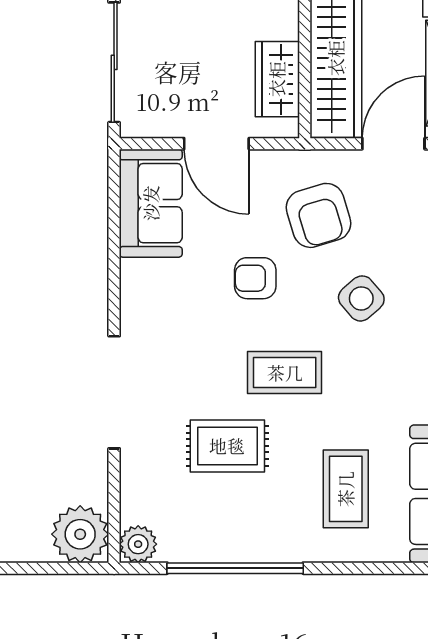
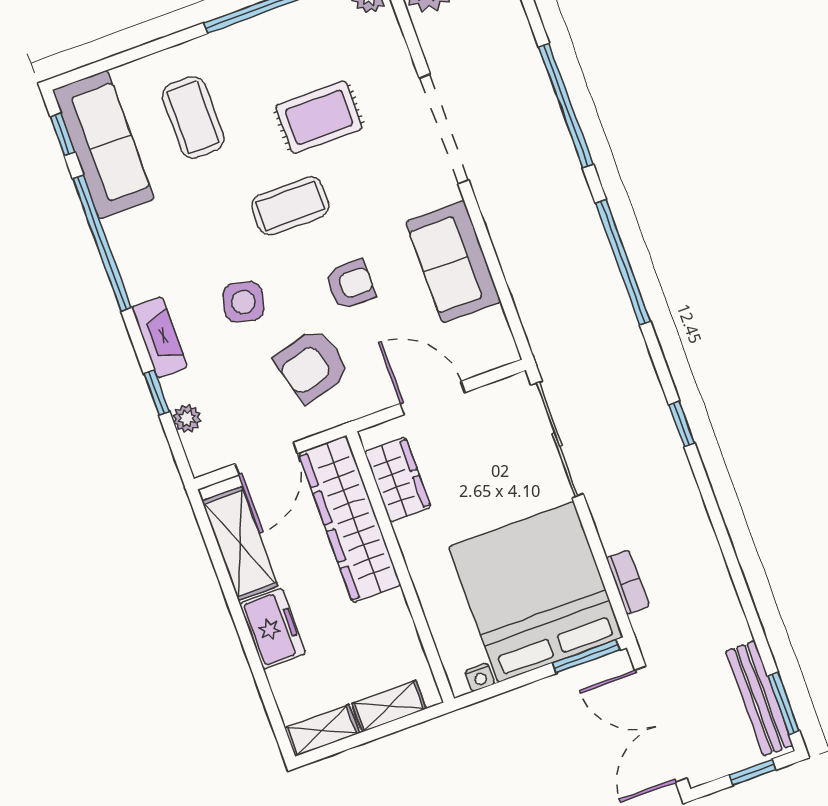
sofa: (151, 203) -> (453, 262), moved
armchair: (318, 215) -> (312, 365), turned -88
side table: (361, 298) -> (243, 302), turned -34

